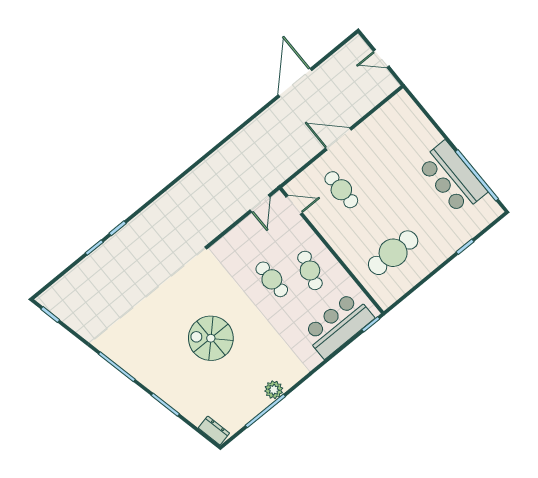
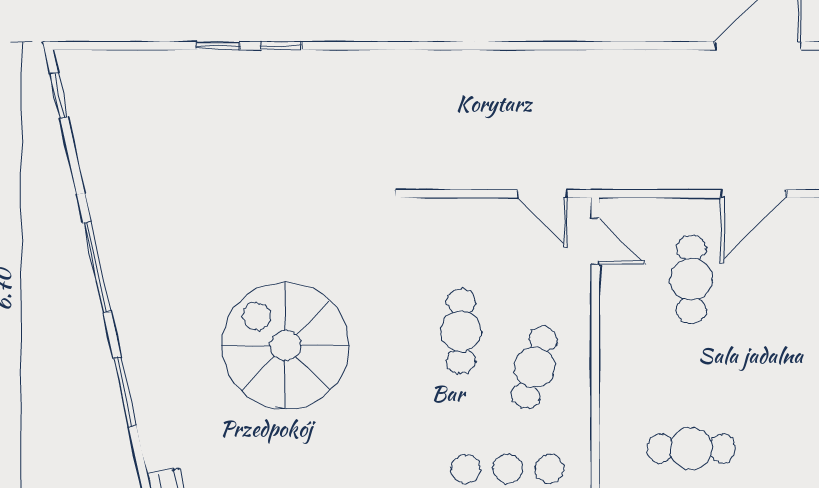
door: (338, 139) -> (753, 194), swing flipped
door: (260, 203) -> (542, 194), hinge flipped
cafe table: (393, 253) -> (691, 449), width x0.73, depth x0.74
spiral stairs: (211, 338) -> (286, 346), width x1.37, depth x1.37

